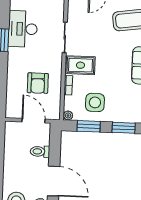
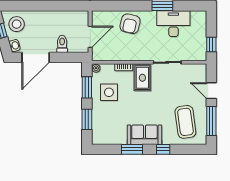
armchair: (38, 83) -> (130, 24), moved, turned -77

